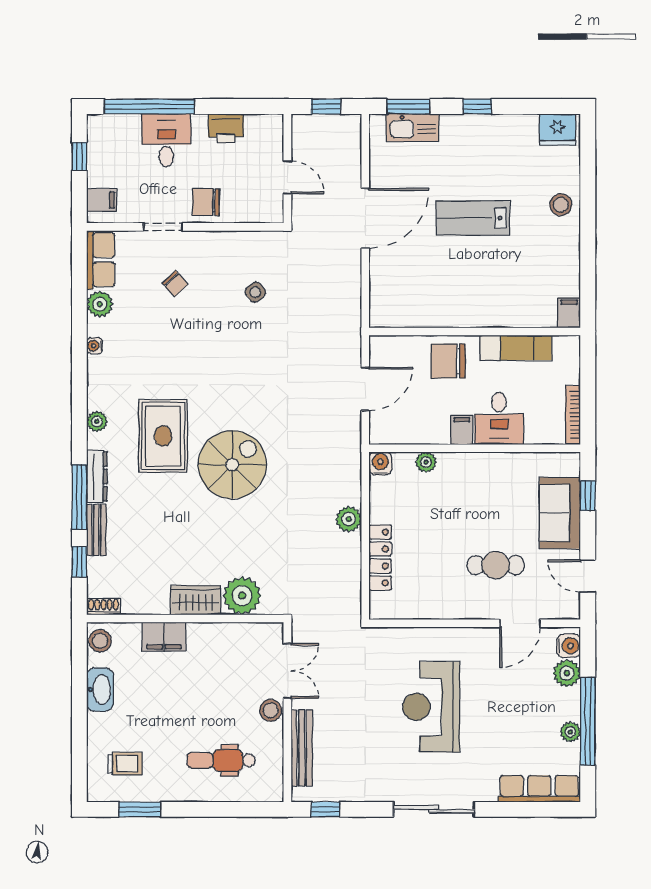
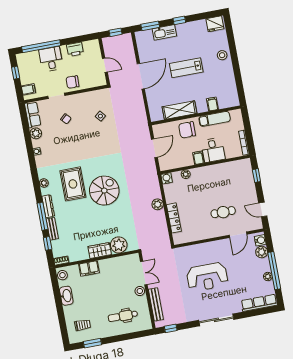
kitchen sink: (412, 128) -> (164, 32), moved
shelving: (439, 313) -> (179, 110), added
filing cabinet: (569, 313) -> (212, 104), moved
sofa: (560, 513) -> (246, 185), removed
reception desk: (431, 707) -> (207, 277), turned -90

